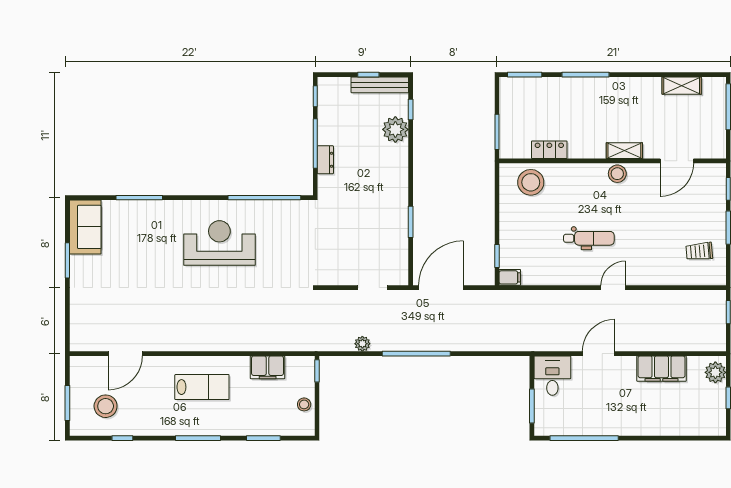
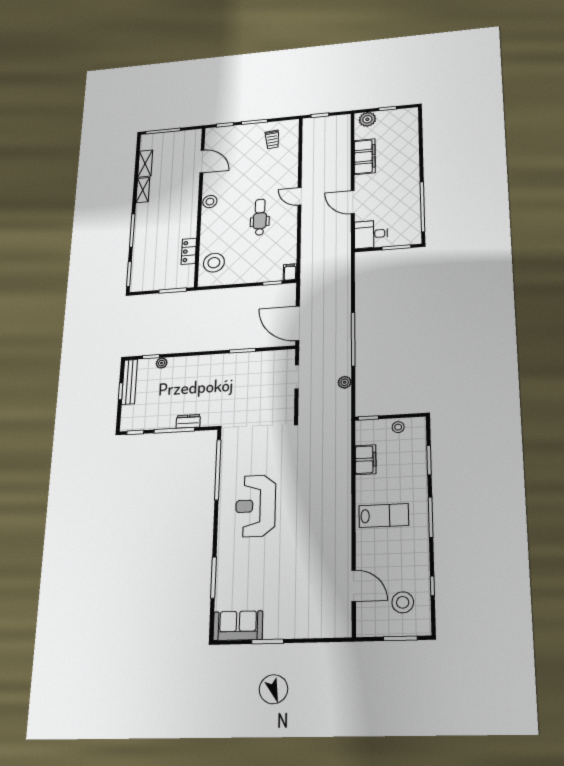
plant: (395, 129) -> (162, 363), width x0.53, depth x0.53
shelving: (624, 151) -> (143, 190), moved
lab bench: (202, 387) -> (384, 516), turned 90

